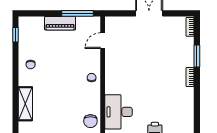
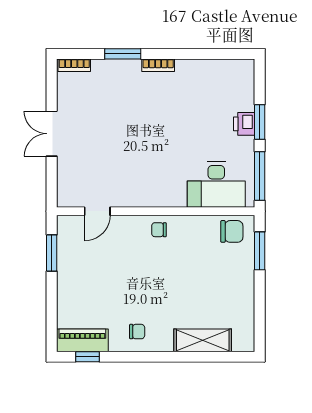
window: (78, 13) -> (52, 253), width x0.69
piano: (60, 23) -> (82, 340), moved, turned -90
door: (103, 41) -> (97, 211), hinge flipped

